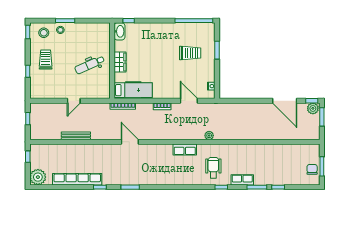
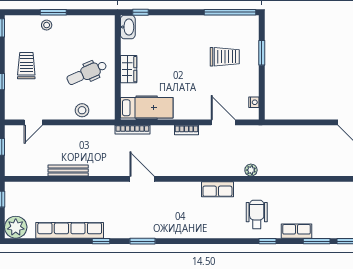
stool: (44, 33) -> (82, 110), moved
door: (74, 101) -> (33, 122), moved

